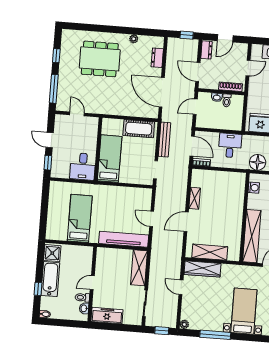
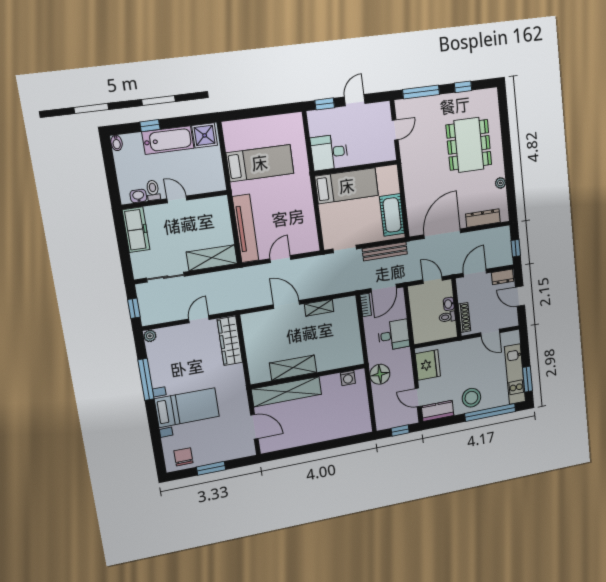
dresser: (157, 58) -> (483, 218), width x1.44
shelving: (210, 252) -> (293, 368), moved, turned 90

